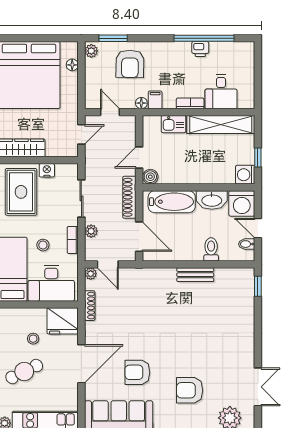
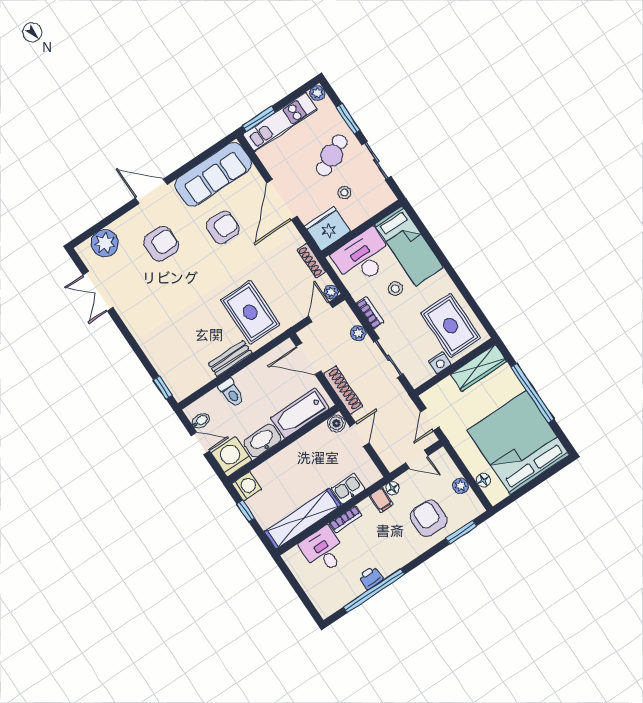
plant: (91, 51) -> (461, 486), moved
door: (108, 264) -> (321, 312), hinge flipped
rug: (159, 298) -> (250, 312), added

